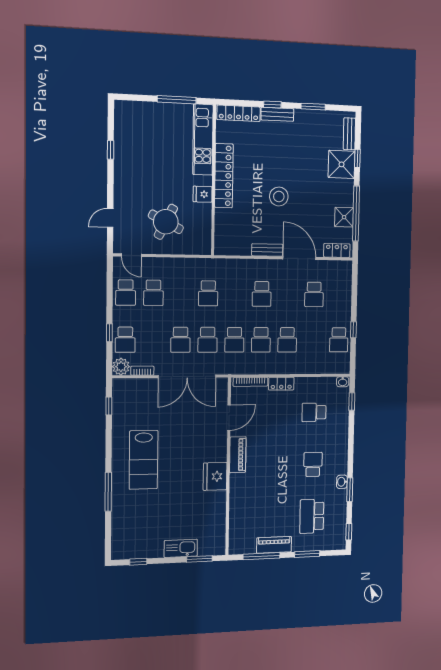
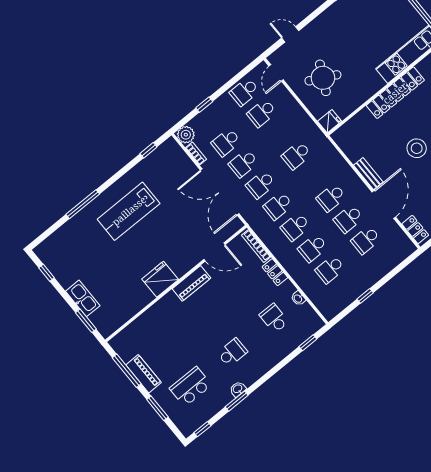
fridge: (203, 194) -> (330, 121), moved, turned 90
school desk: (288, 294) -> (348, 219), added
school desk: (125, 340) -> (226, 142), moved
school desk: (339, 340) -> (330, 269), moved
washbasin: (343, 382) -> (298, 298), moved

